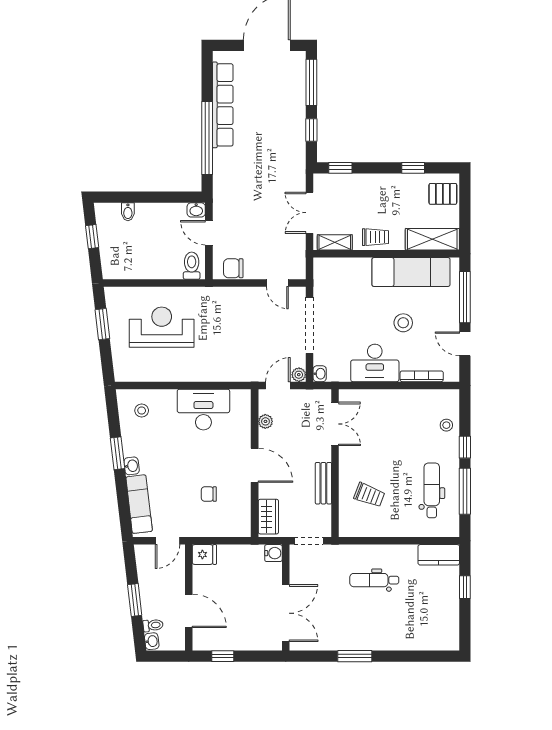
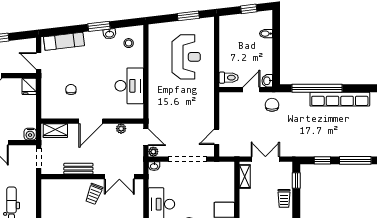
trolley: (376, 237) -> (284, 198), moved
chair: (233, 268) -> (272, 105), moved
washbasin: (132, 466) -> (110, 34), moved
trolley: (369, 495) -> (94, 194), moved

